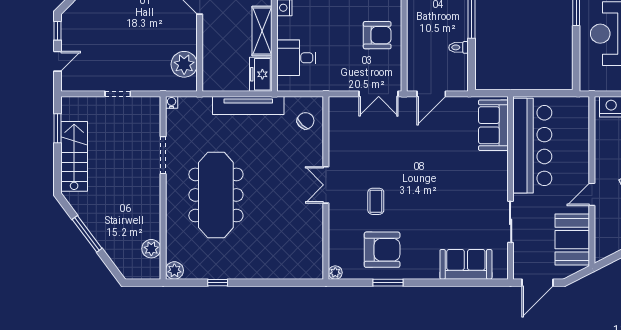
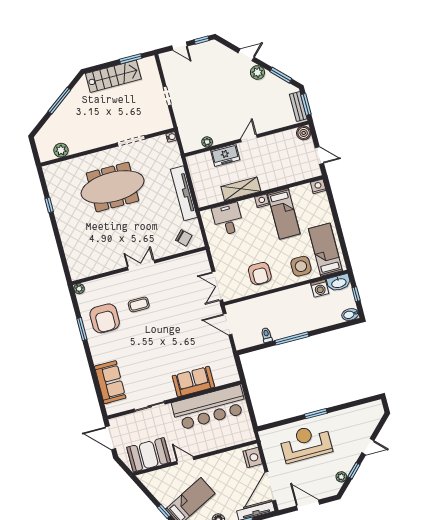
plant: (184, 64) -> (207, 142), width x0.53, depth x0.53
freezer: (261, 74) -> (225, 155), moved, turned 180
sofa: (493, 125) -> (193, 382), moved
plant: (174, 270) -> (50, 171), removed

